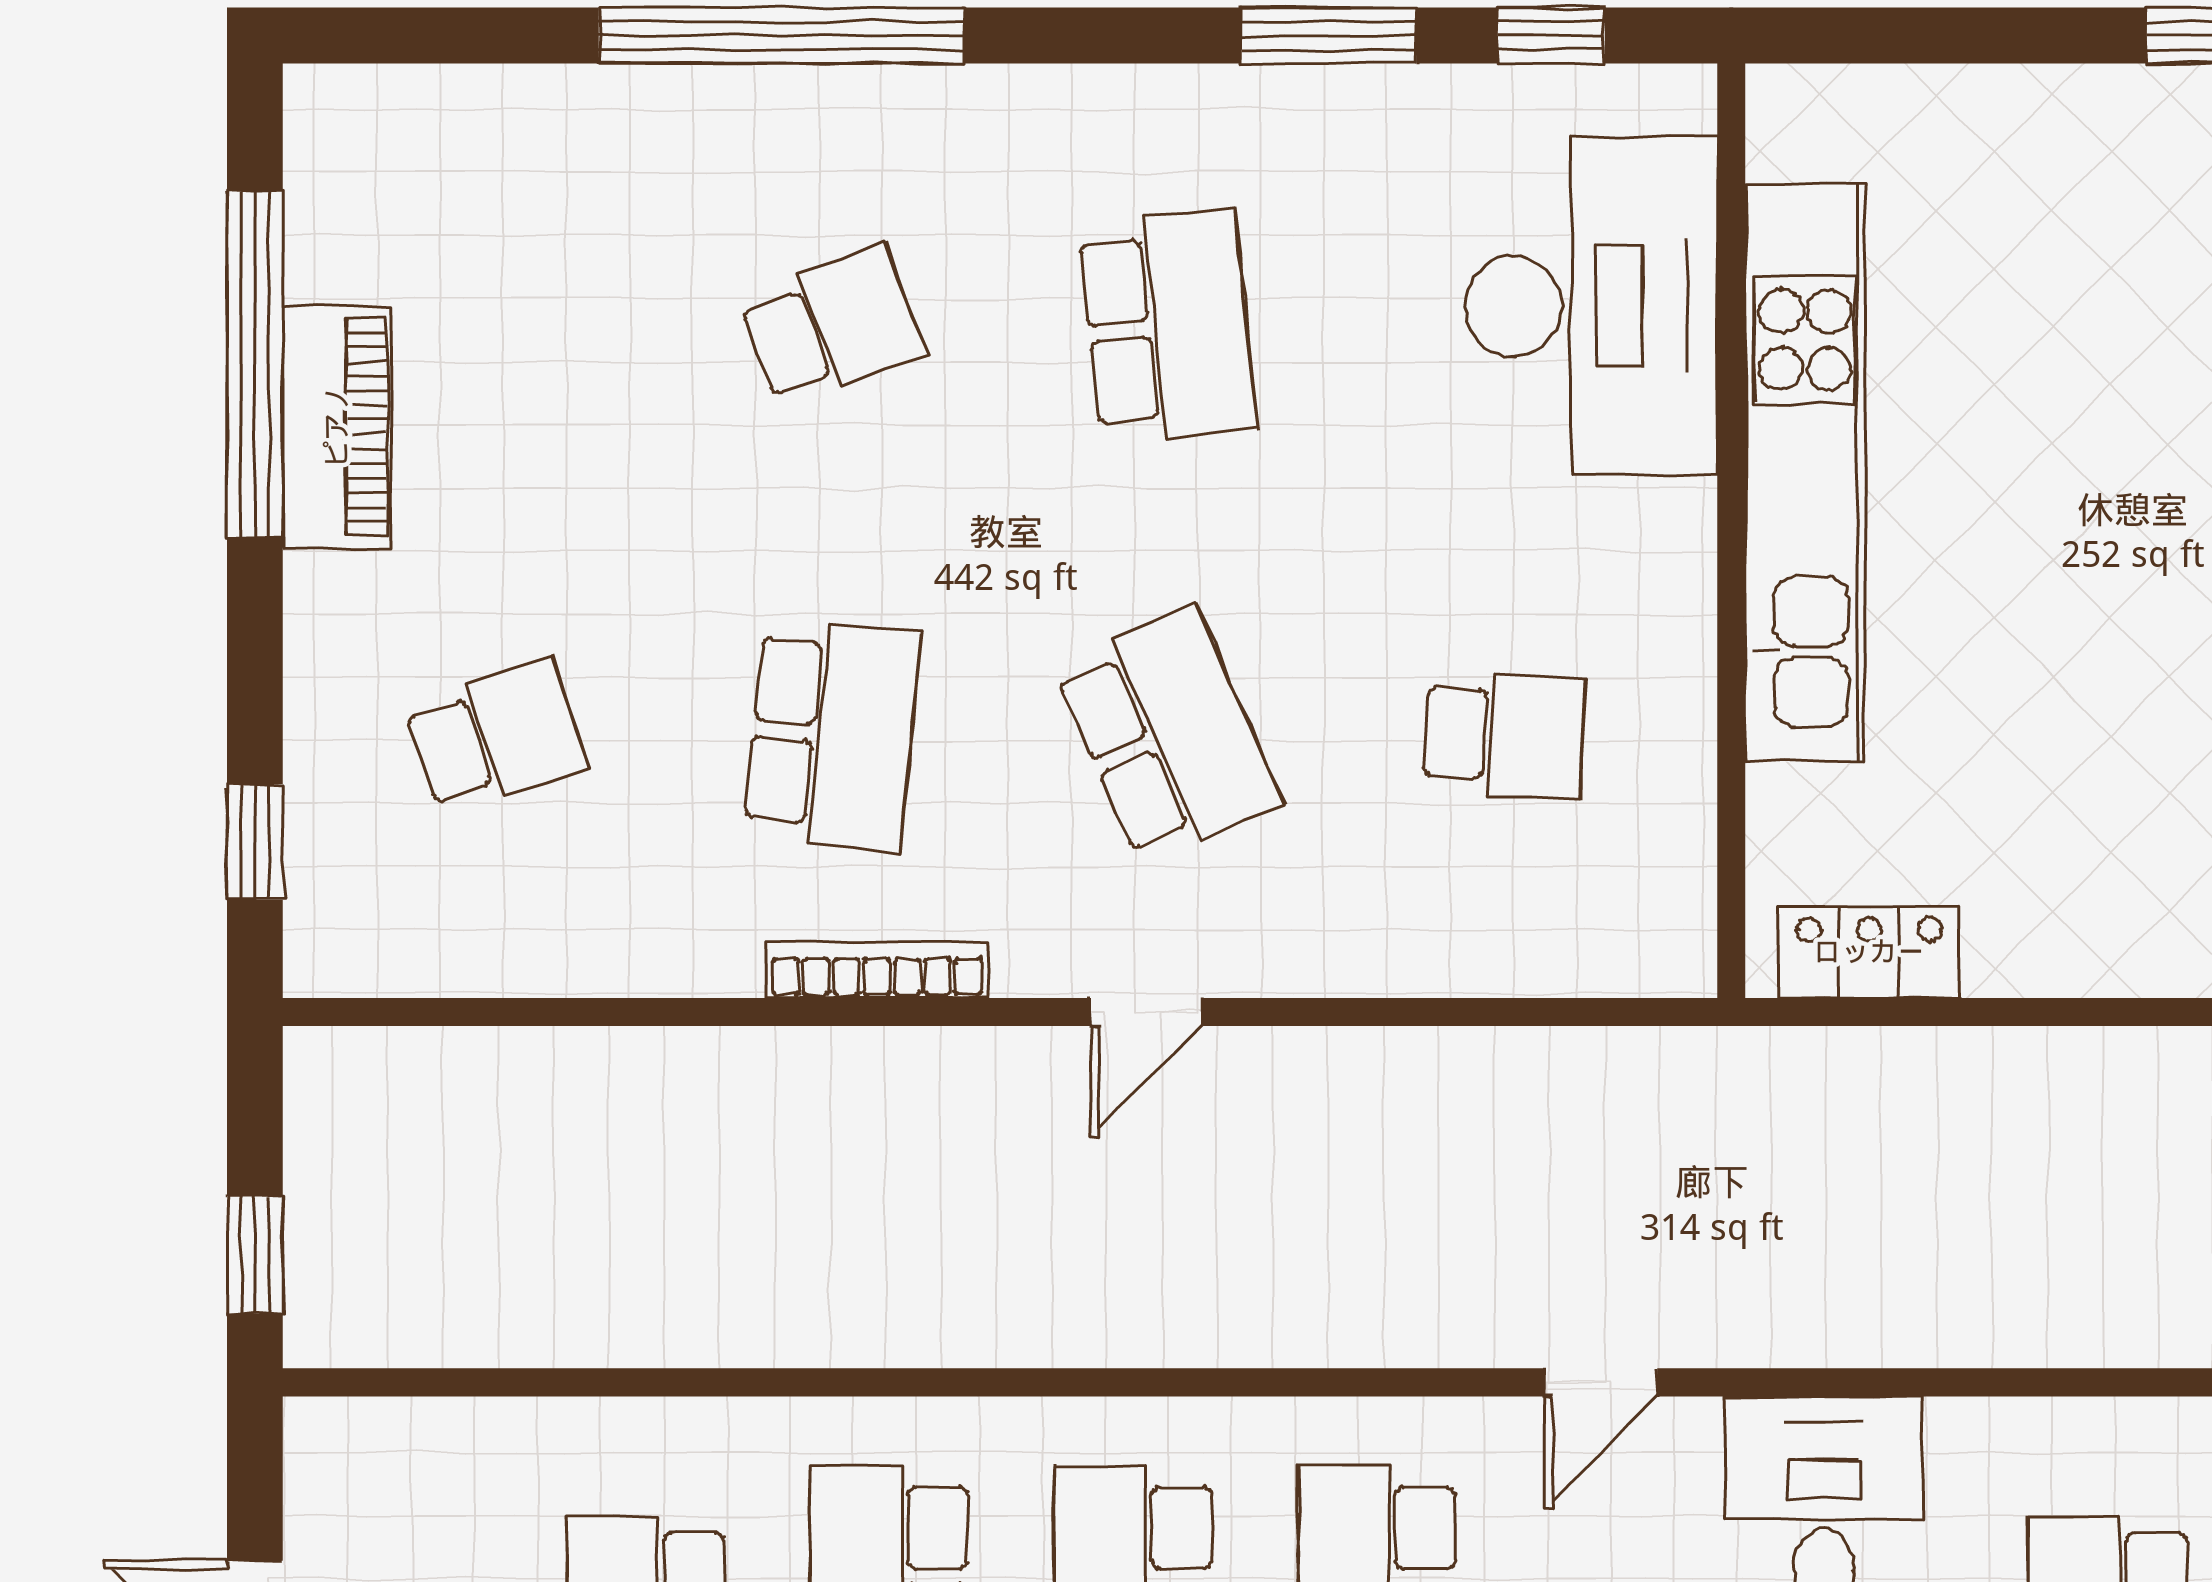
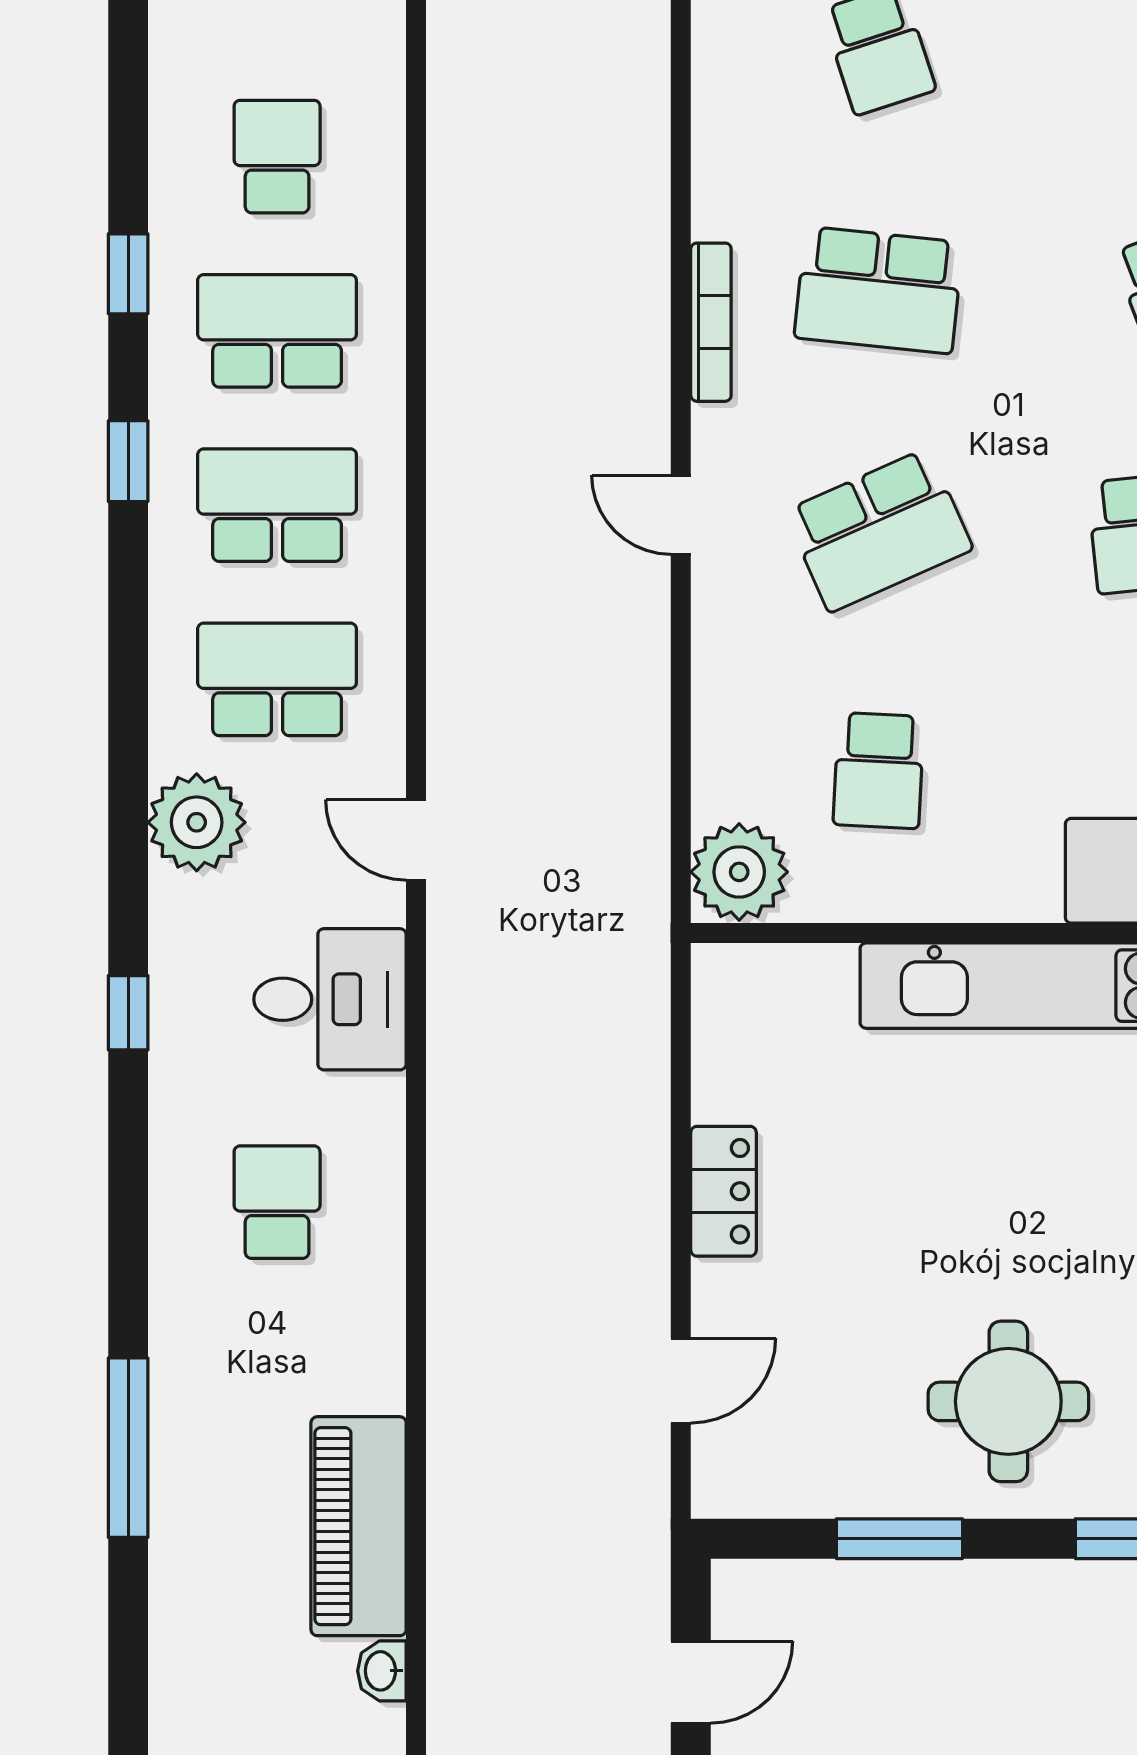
plant: (1646, 930) -> (739, 872), added
locker: (1869, 952) -> (724, 1191), moved

